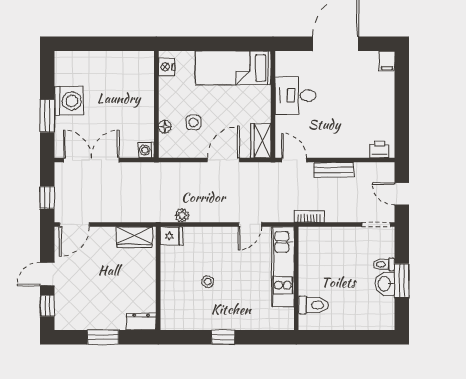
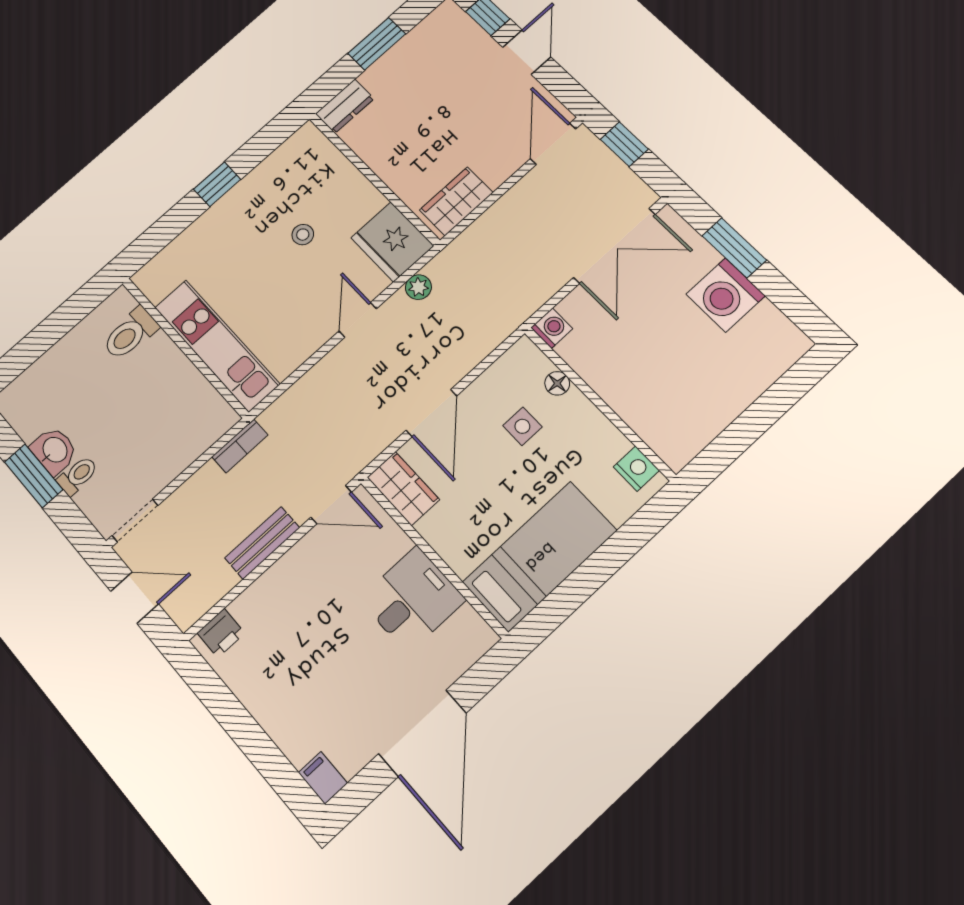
door: (250, 225) -> (358, 320), moved
fridge: (171, 236) -> (392, 242), width x1.88, depth x1.34

